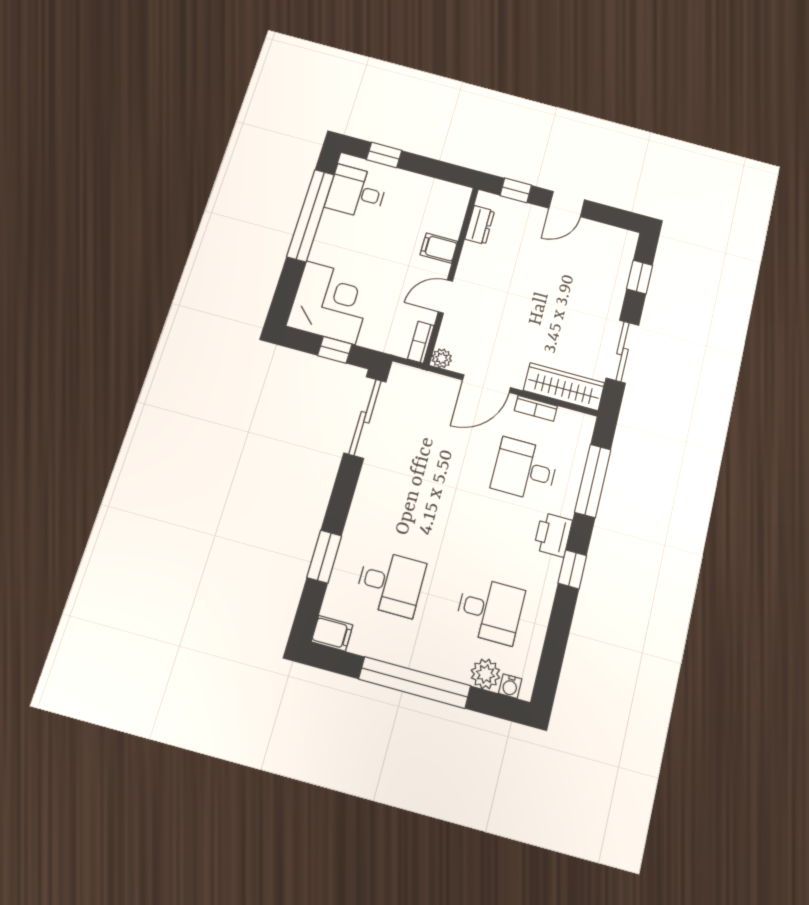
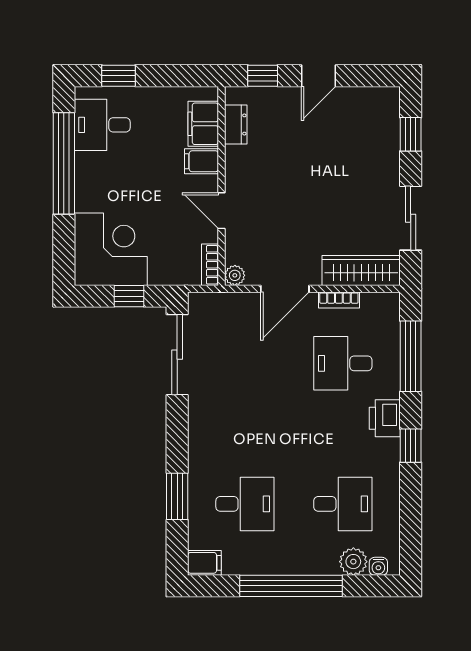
filing cabinet: (450, 216) -> (203, 124), added
door: (445, 296) -> (221, 211), hinge flipped

